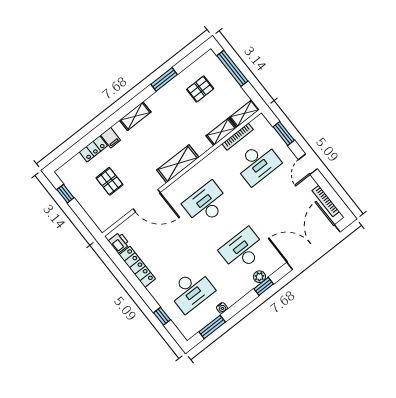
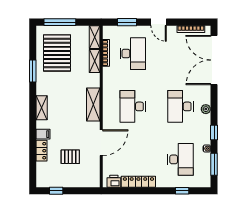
pallet: (200, 89) -> (57, 53), width x2.05, depth x2.00
window: (264, 286) -> (214, 133), moved

